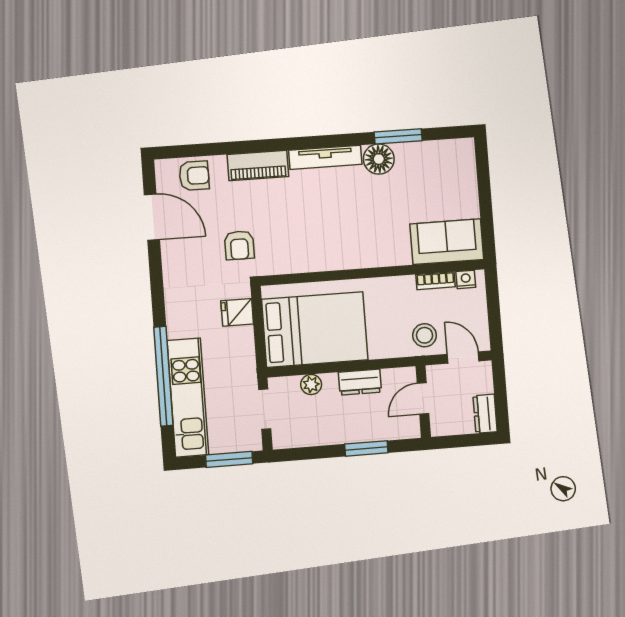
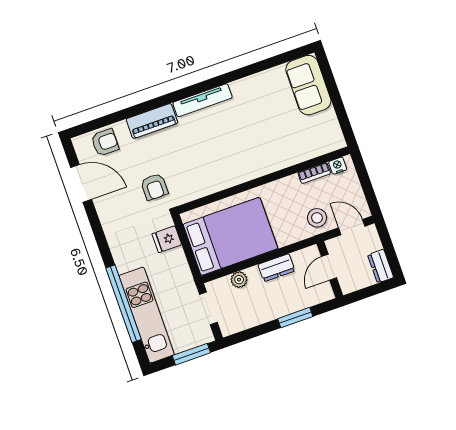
window: (398, 136) -> (255, 68), removed
floor lamp: (379, 159) -> (245, 90), removed
sofa: (447, 242) -> (308, 85), moved, turned -90

